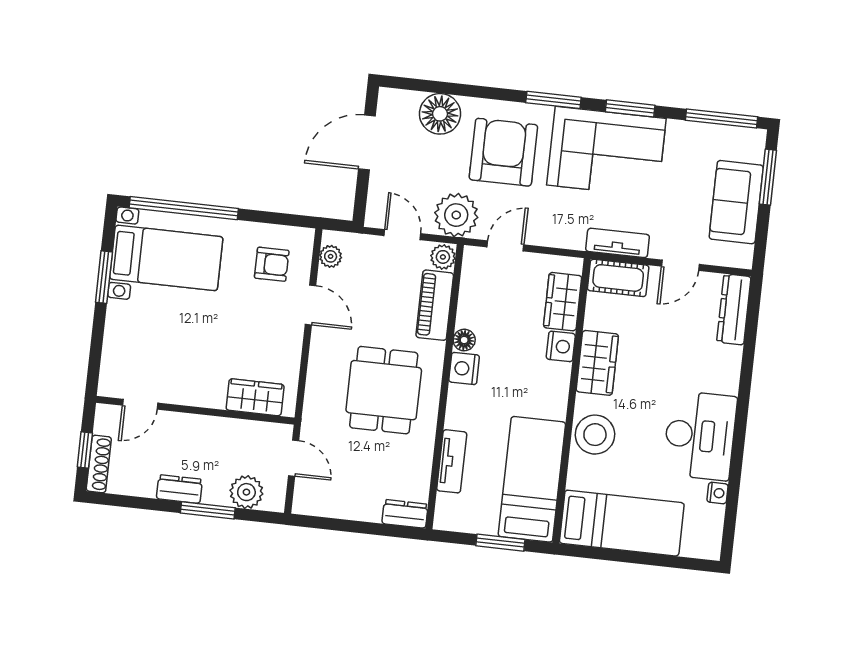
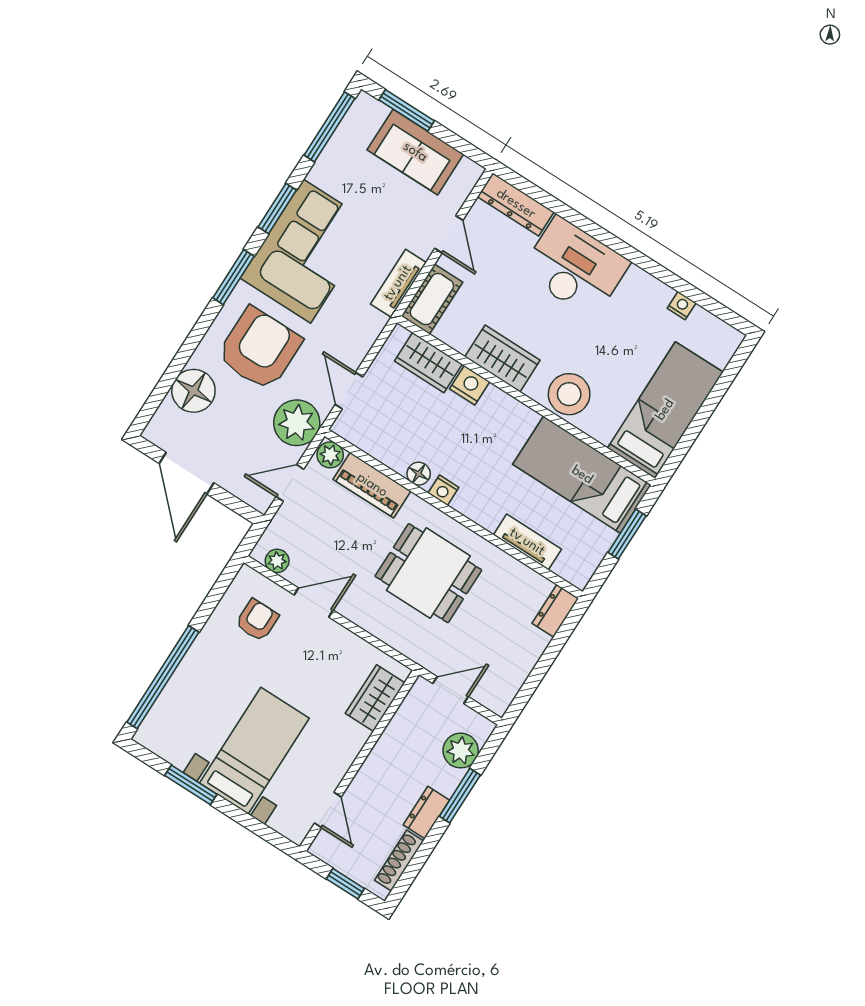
armchair: (503, 152) -> (259, 349), turned 90
bed with nightstands: (166, 258) -> (254, 751), moved
nightstand: (464, 369) -> (443, 490), width x0.72, depth x0.74
desk: (700, 436) -> (575, 267), moved
shoe rack: (99, 464) -> (399, 861), moved, turned -90

